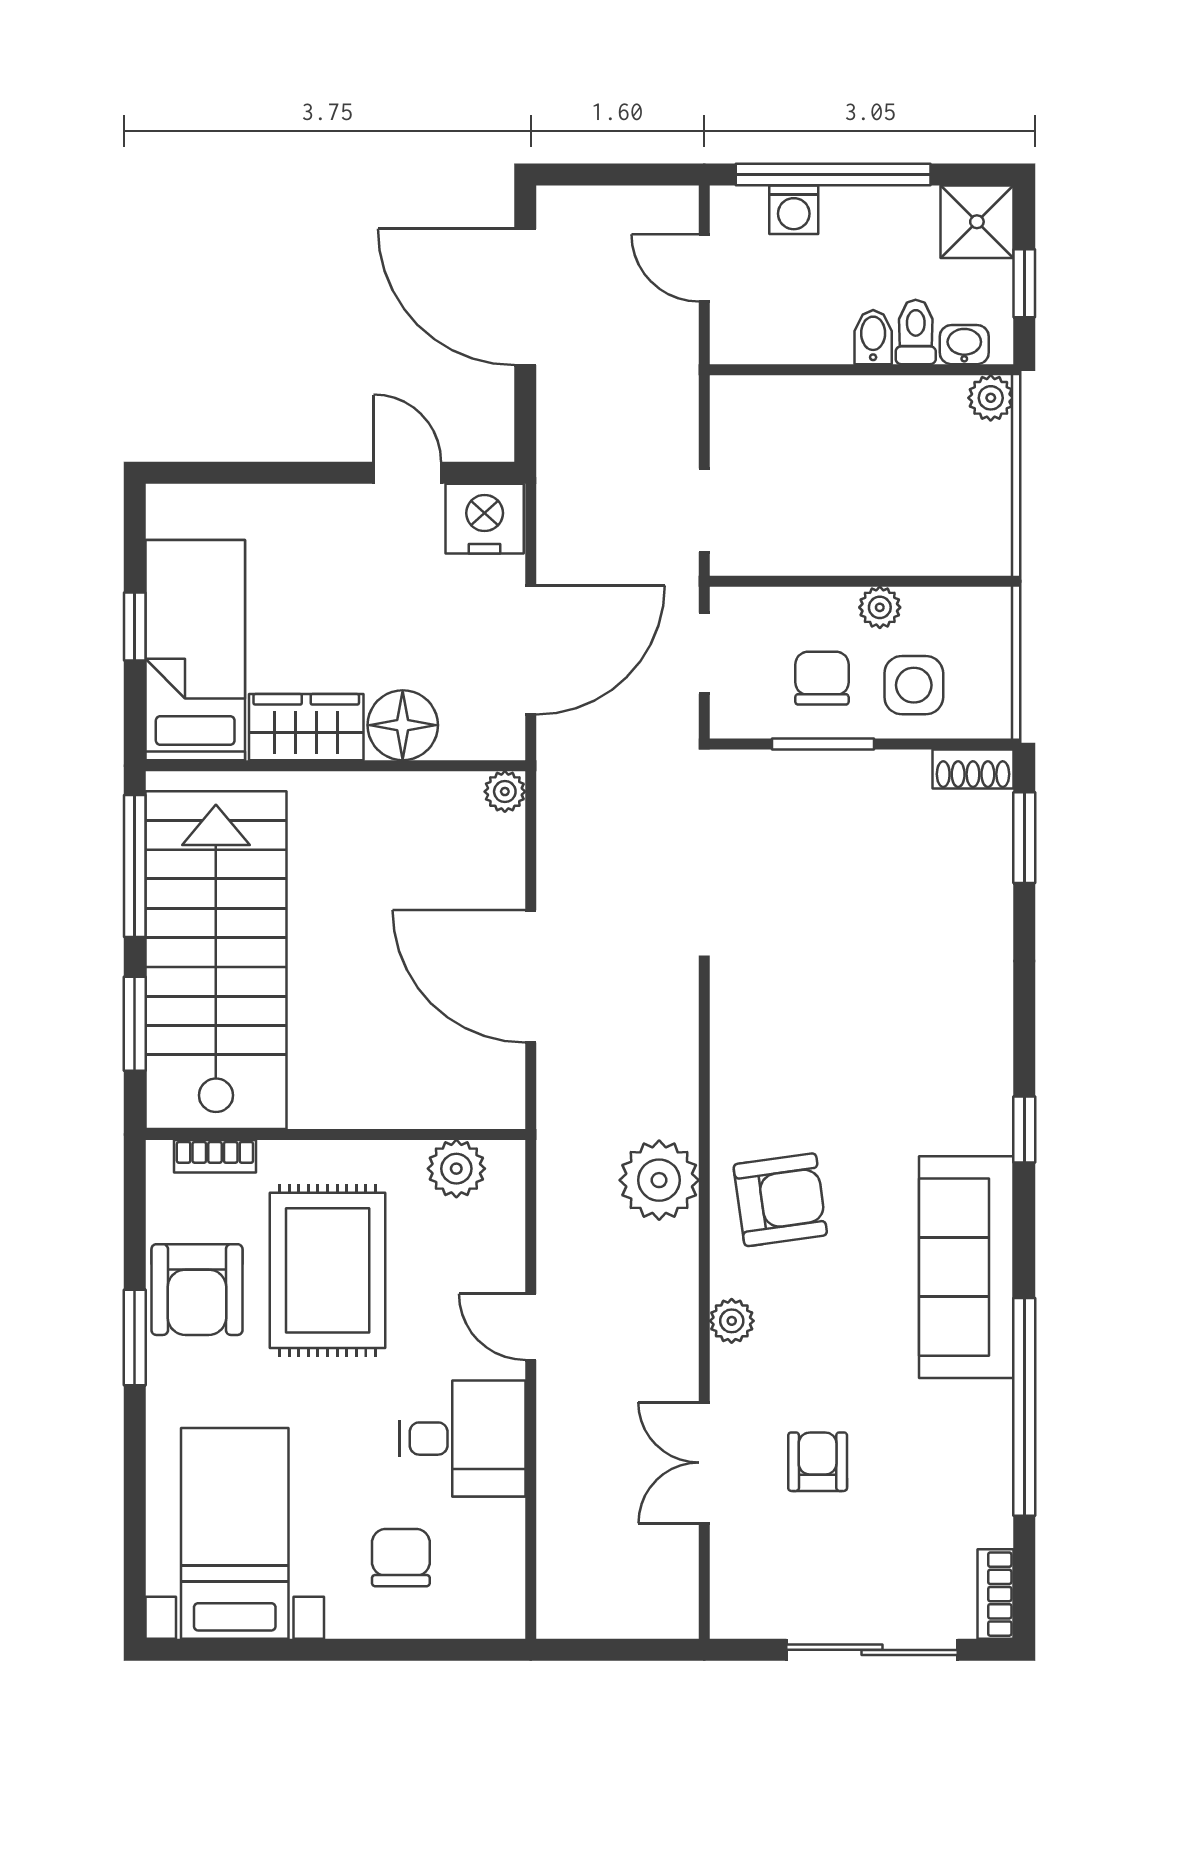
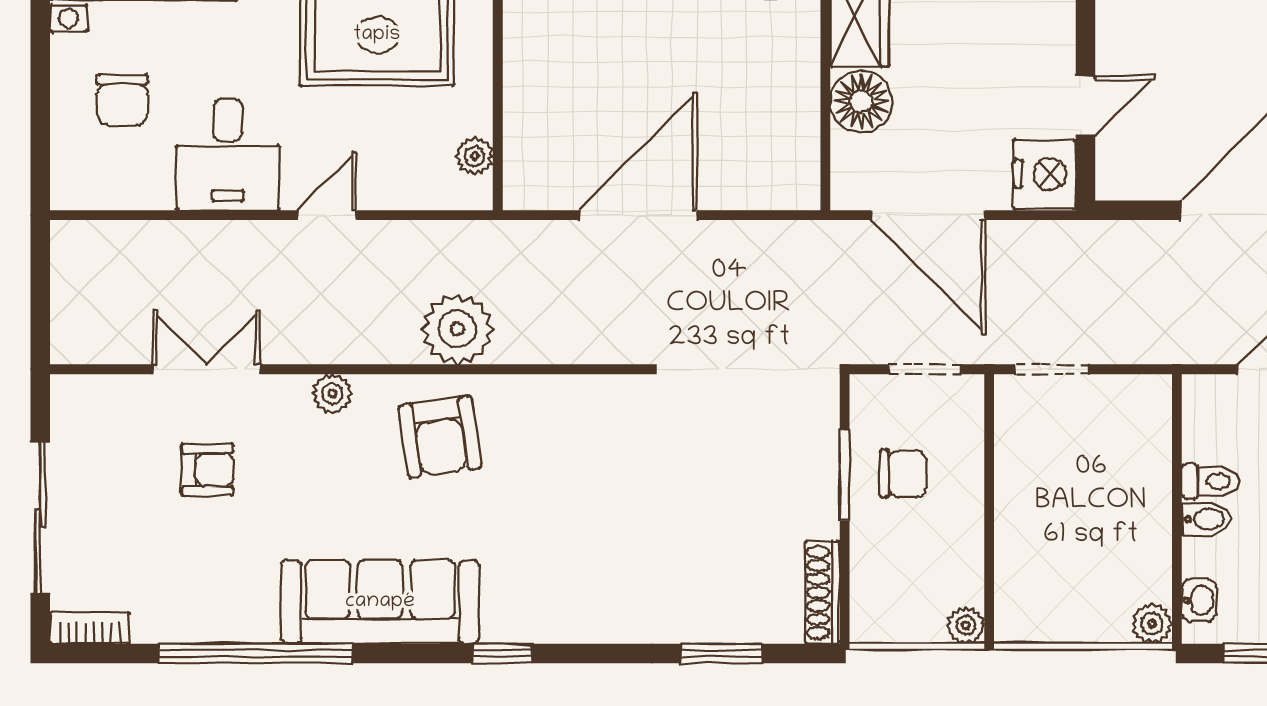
toilet: (916, 332) -> (1210, 481), moved
plant: (880, 607) -> (966, 625), moved
side table: (914, 685) -> (897, 555), removed
shoe rack: (973, 769) -> (822, 592), width x1.43
plant: (505, 792) -> (802, 192), removed
window: (1024, 838) -> (722, 653), moved
plant: (456, 1169) -> (474, 156), width x0.73, depth x0.73
chair: (401, 1558) -> (122, 100), turned 90

